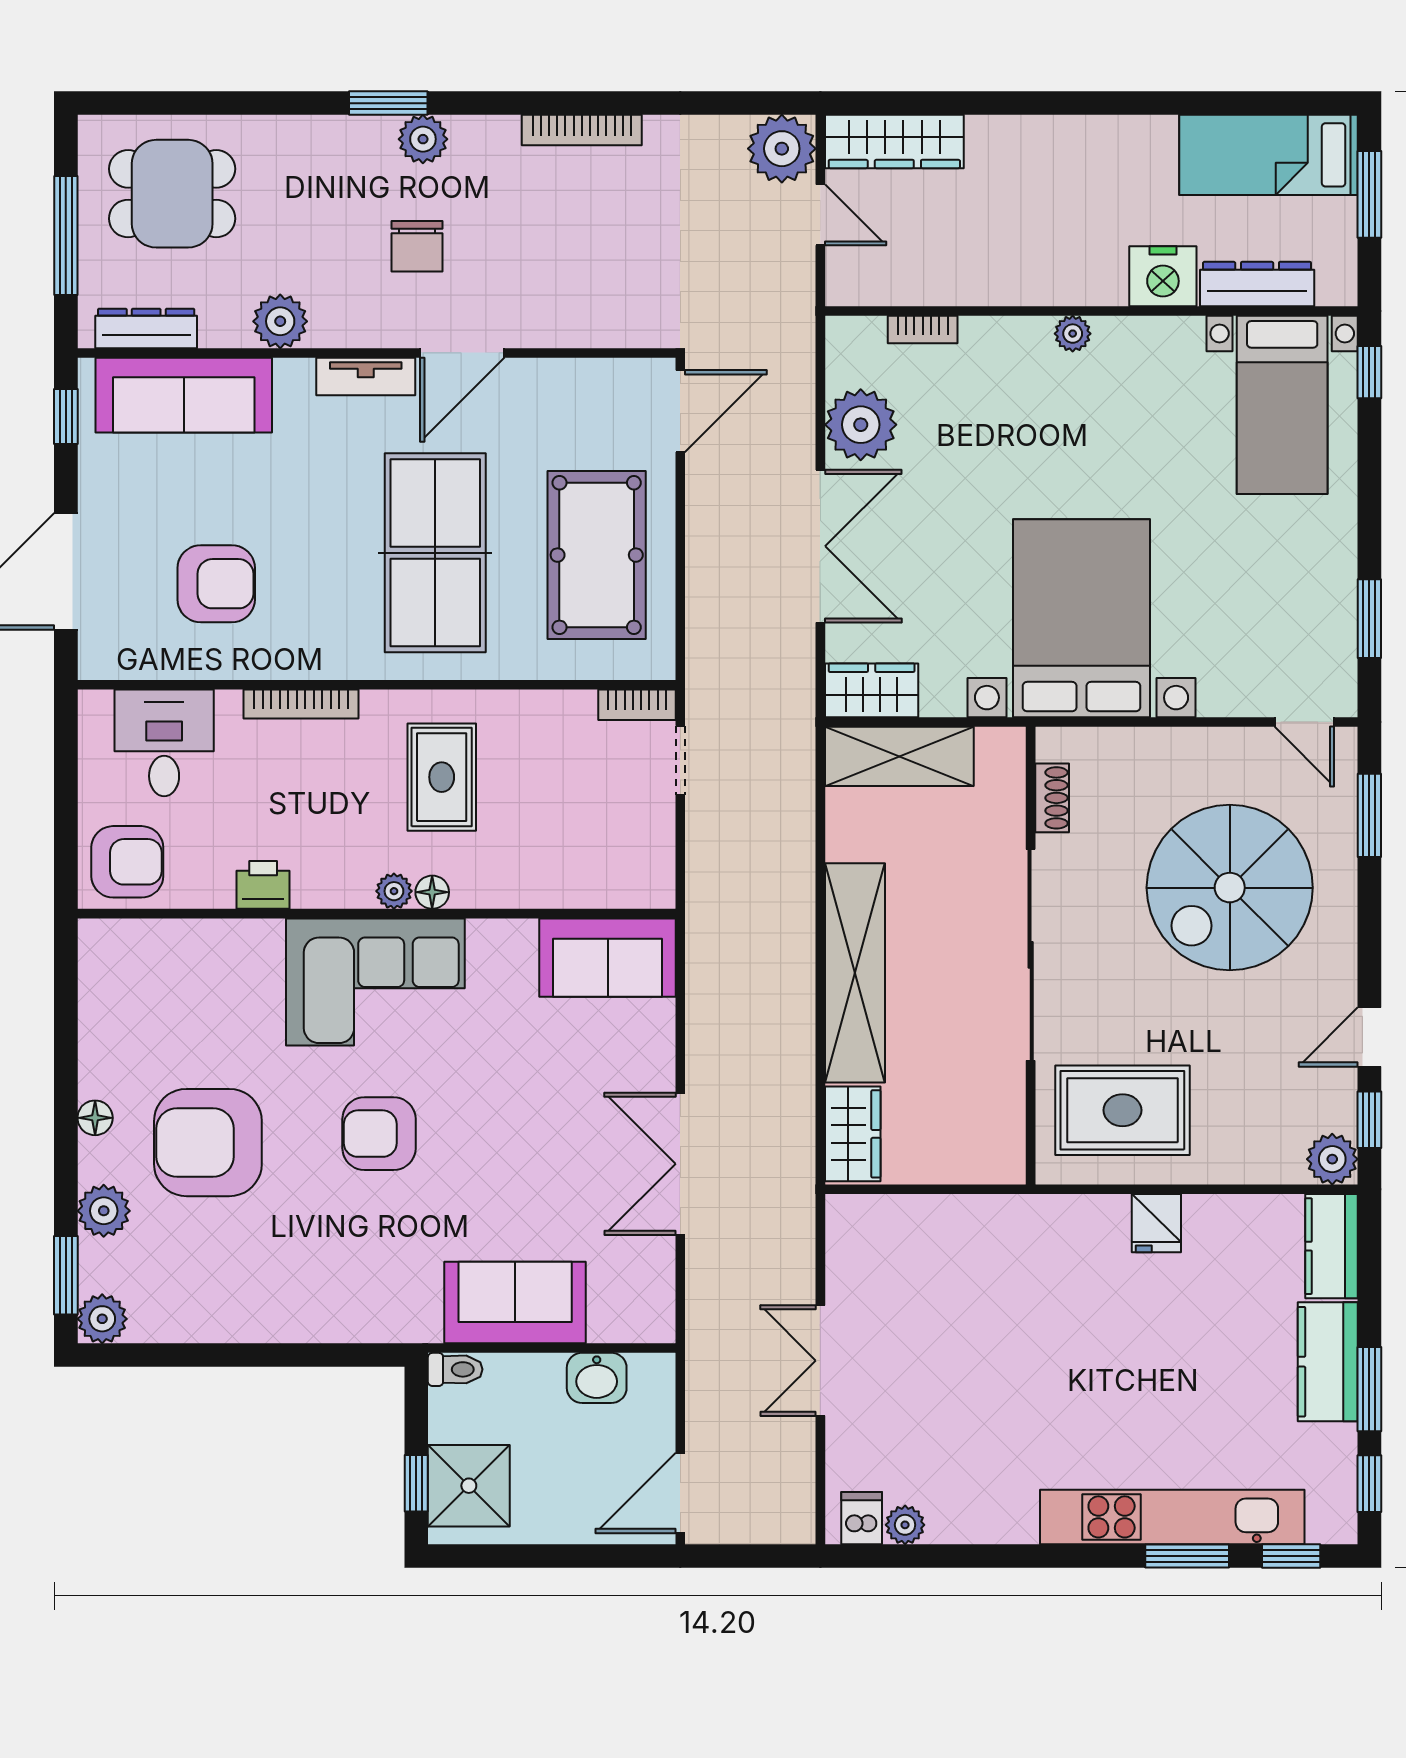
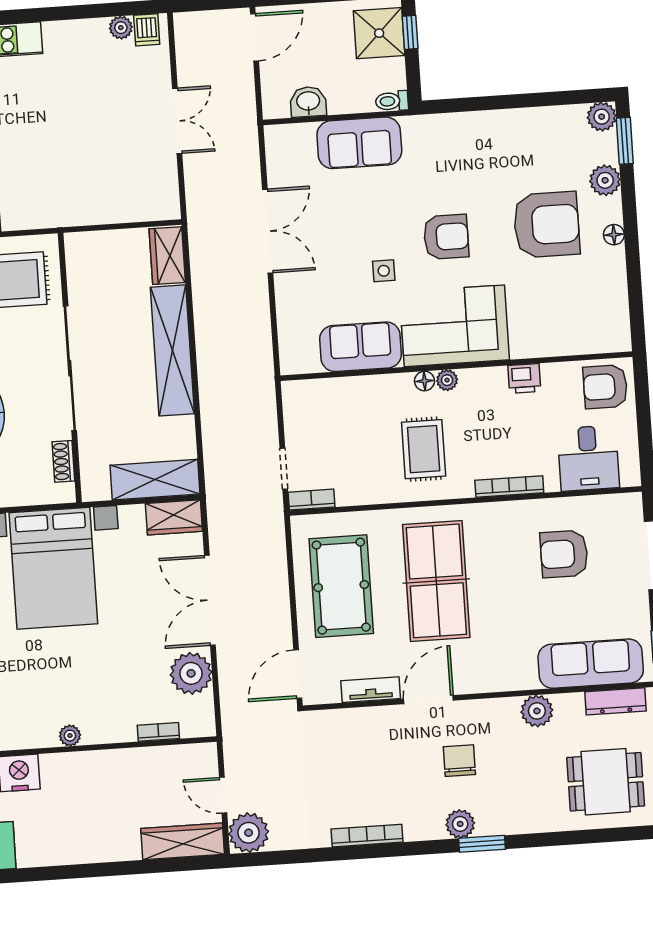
tv unit: (366, 377) -> (371, 690), moved
sofa: (608, 958) -> (361, 347), moved
side table: (488, 1083) -> (384, 271), added

